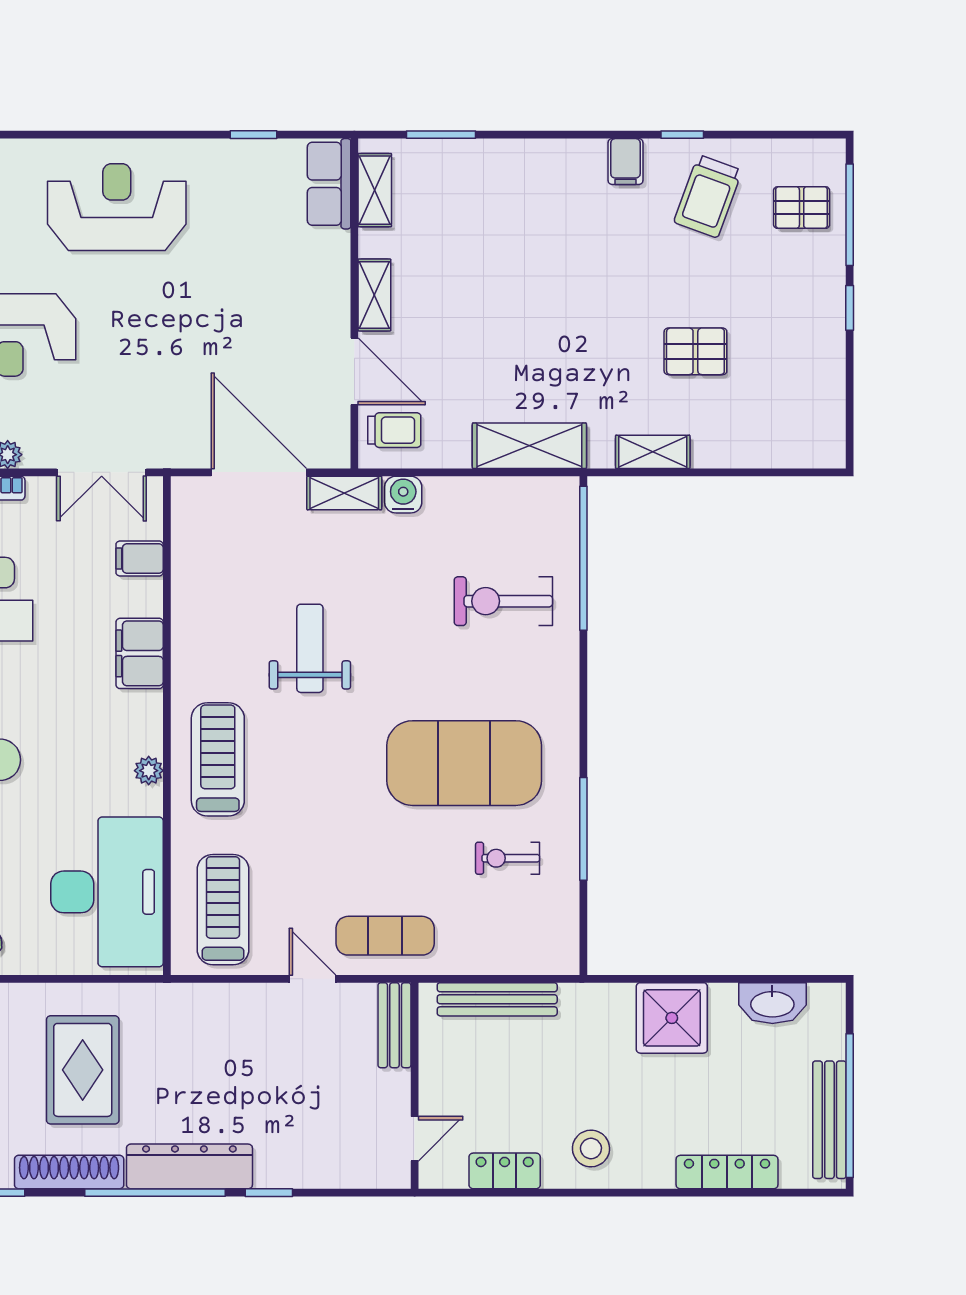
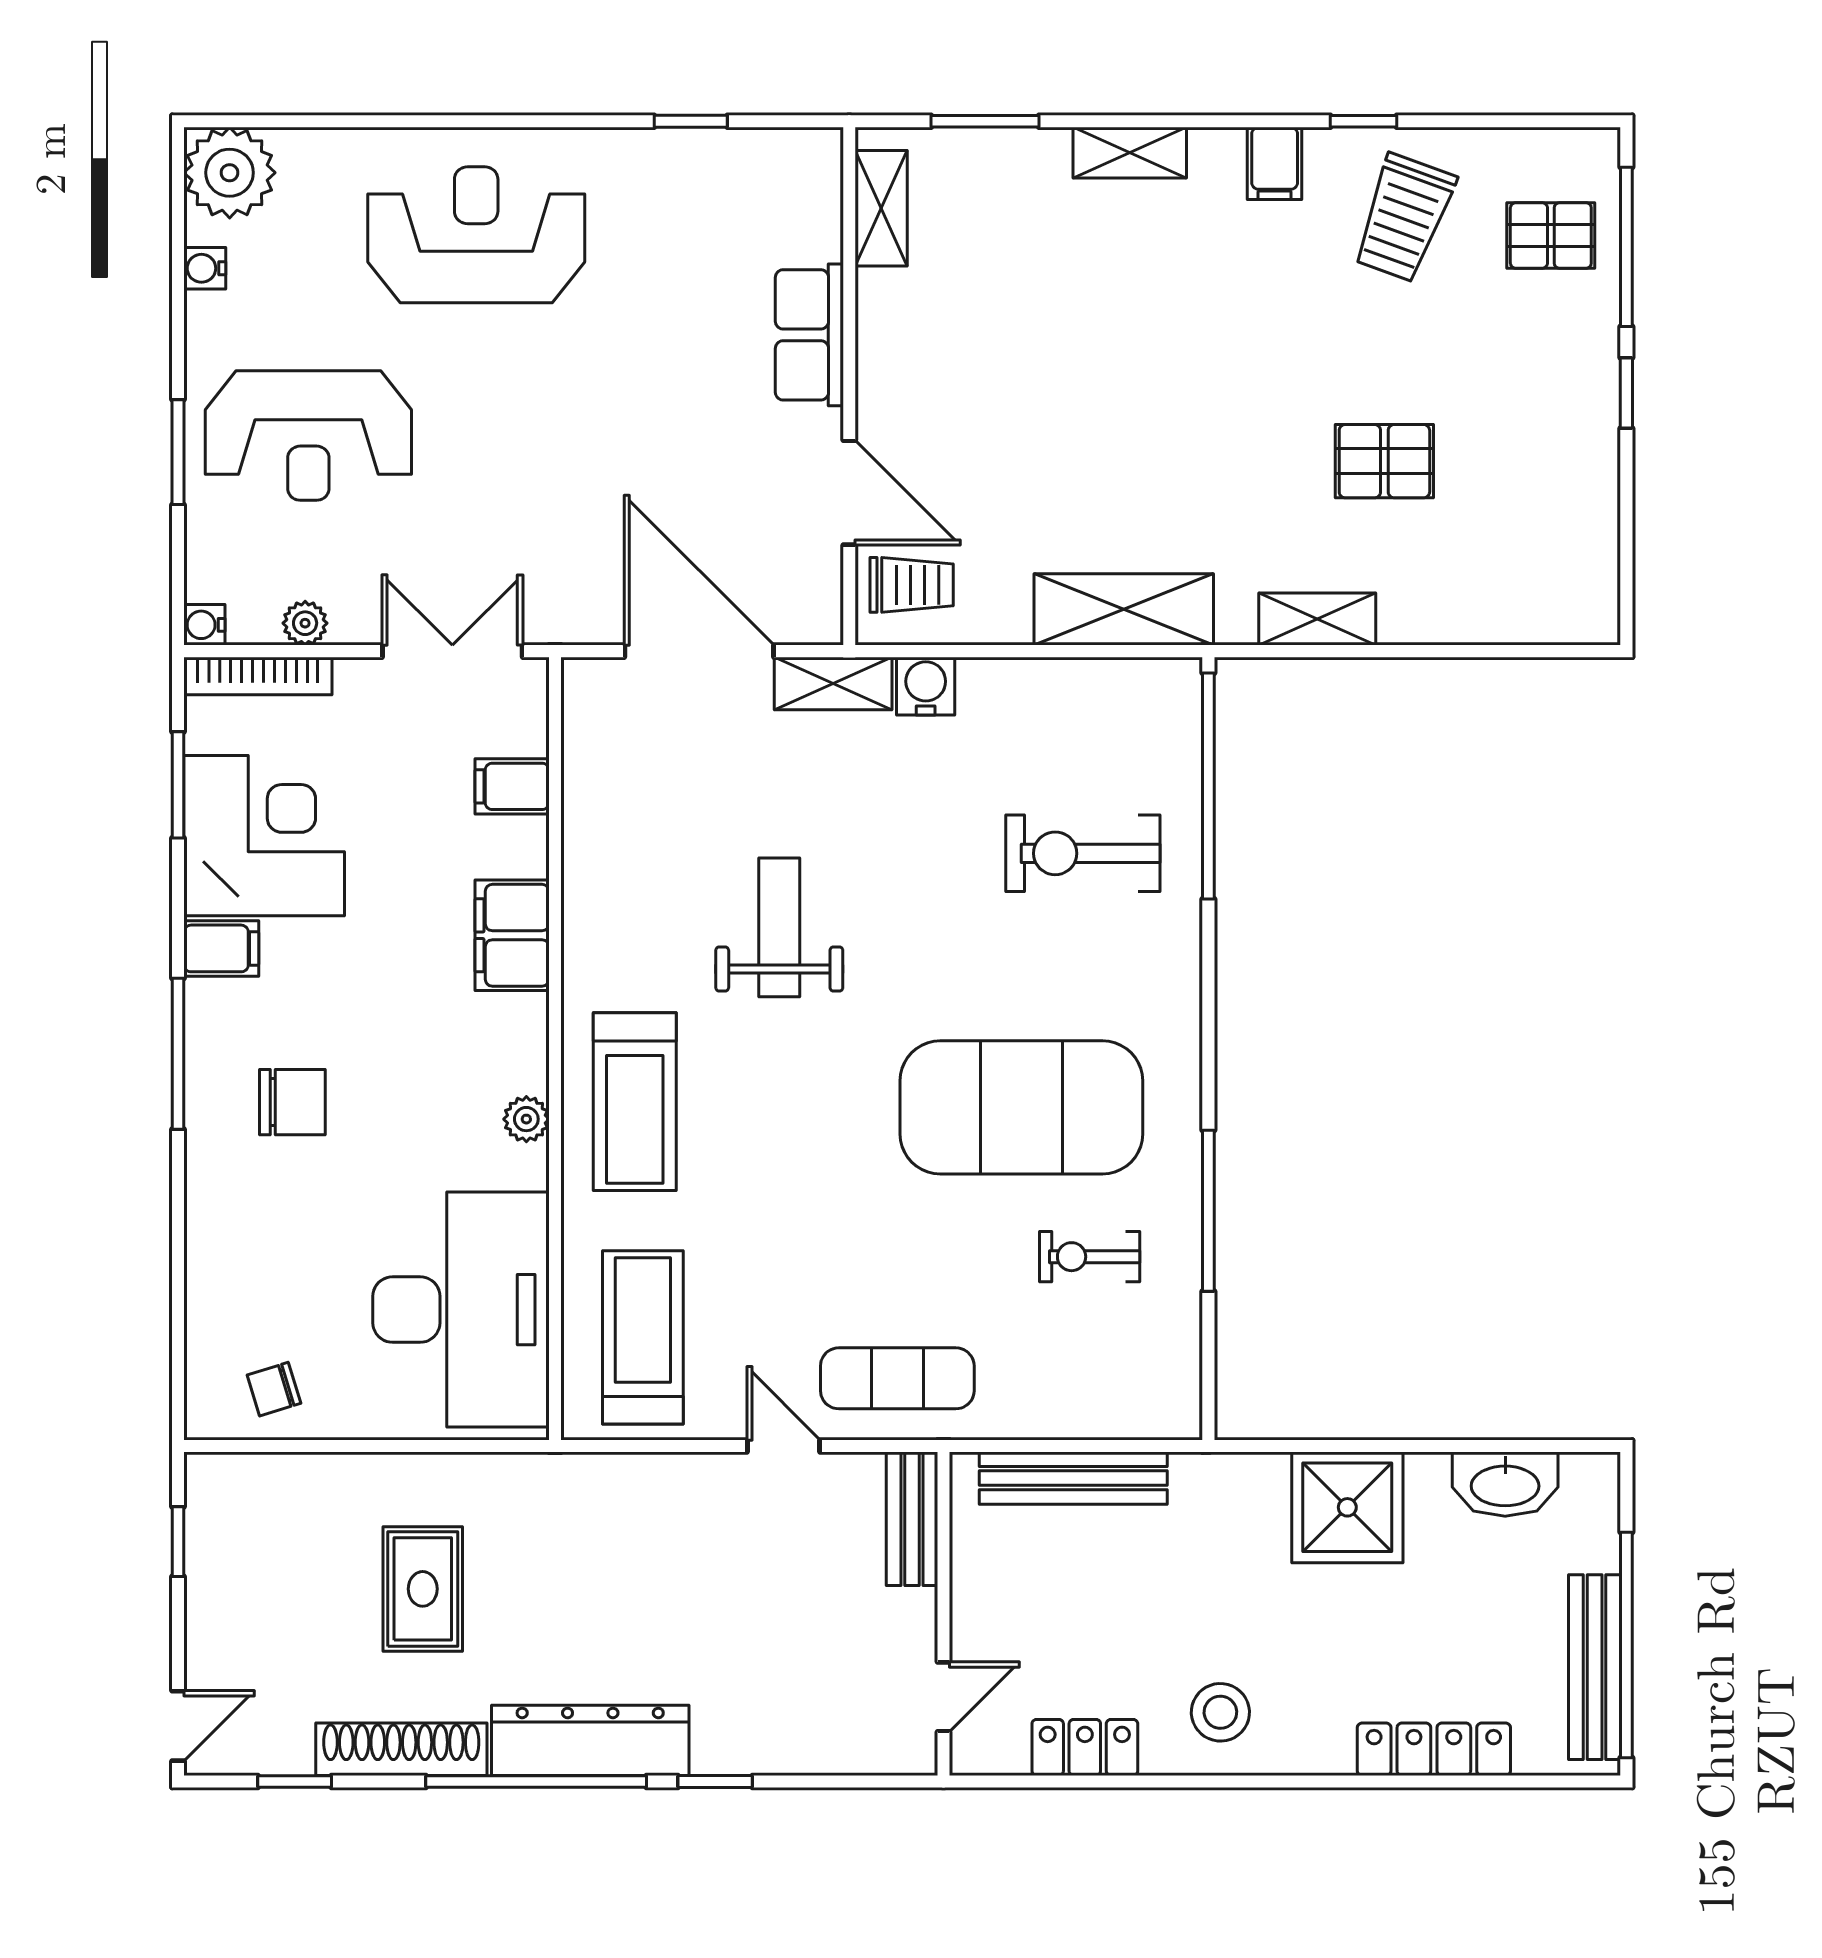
row of seats: (329, 184) -> (809, 335), moved
shelving: (374, 295) -> (1130, 153), moved, turned 90
double door: (102, 472) -> (452, 651), swing flipped
treadmill: (218, 759) -> (635, 1102), turned 180
rug: (83, 1070) -> (423, 1589), width x0.73, depth x0.70

